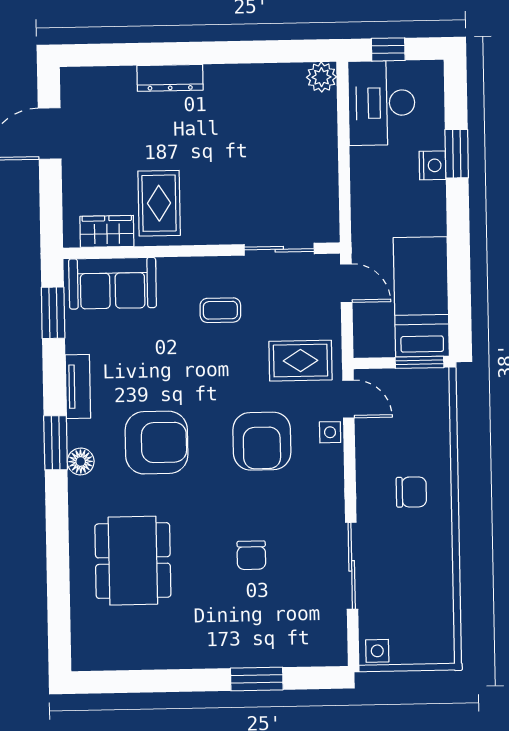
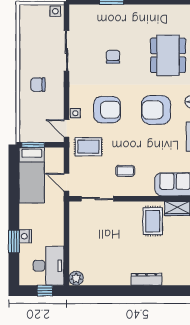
armchair: (262, 441) -> (107, 110), turned 90

